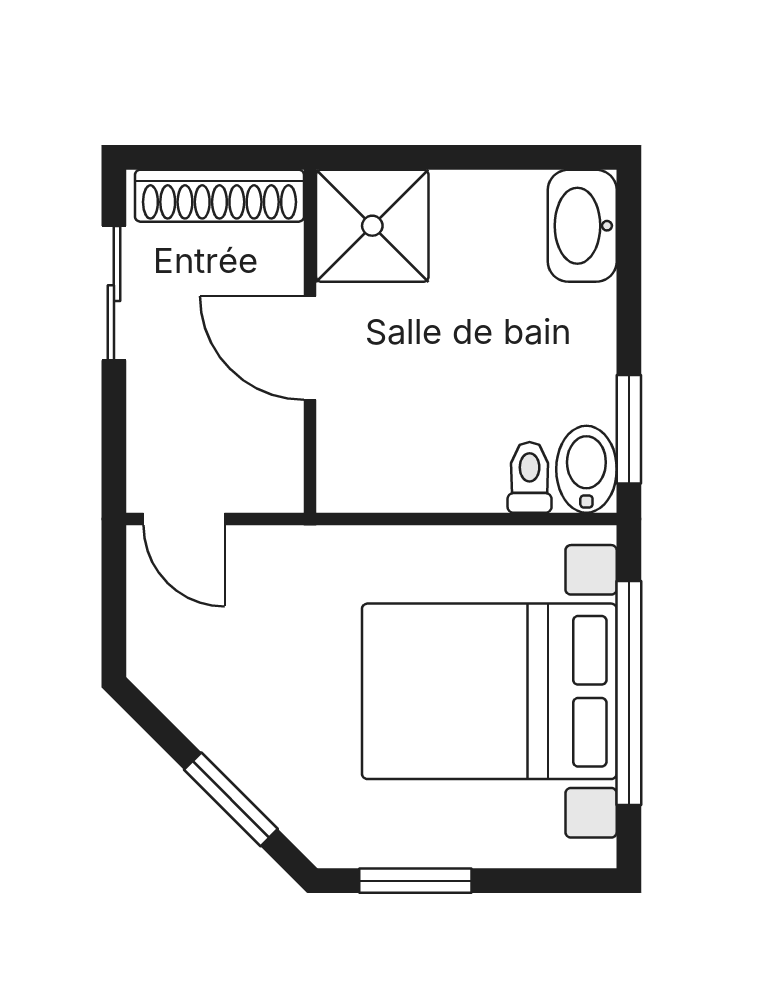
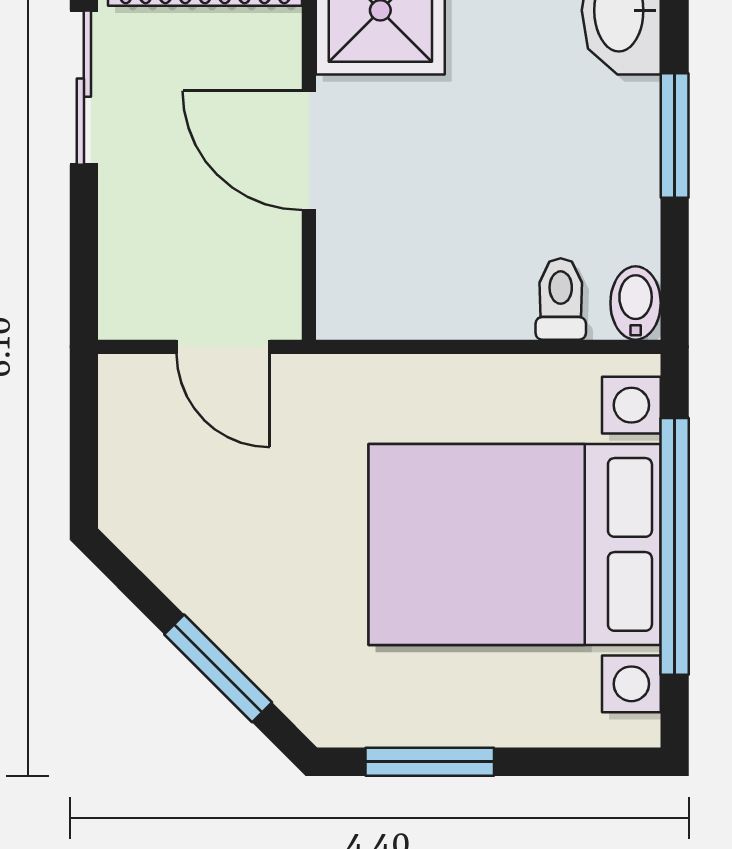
window: (629, 429) -> (675, 136), moved
bidet: (586, 469) -> (636, 303), width x0.72, depth x0.74
door: (184, 519) -> (223, 347), moved

